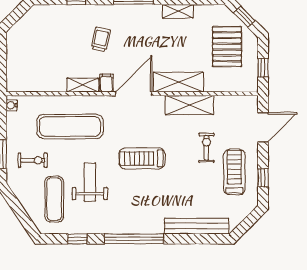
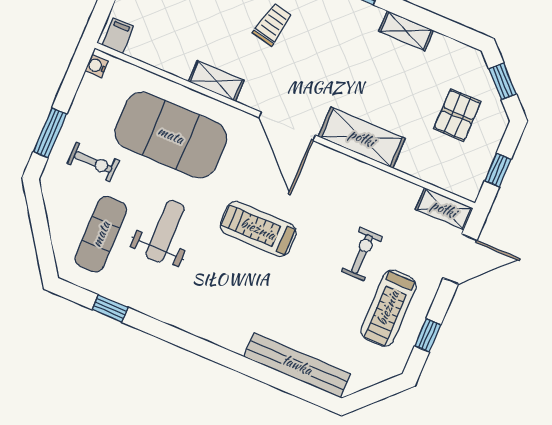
pallet: (227, 47) -> (457, 115), width x0.67, depth x0.71
filing cabinet: (106, 83) -> (118, 36), moved
door: (134, 94) -> (287, 126), swing flipped
shelving: (189, 105) -> (444, 209), moved, width x0.67, depth x0.75
exercise mat: (70, 126) -> (171, 135), width x1.47
treadmill: (234, 172) -> (388, 308), turned 180
window: (134, 239) -> (195, 345), removed

